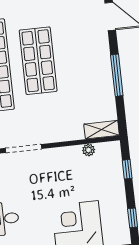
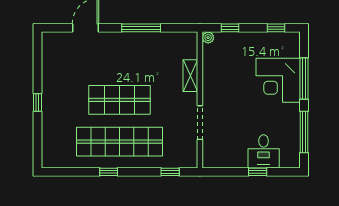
shelving: (102, 130) -> (190, 76), moved
plant: (89, 150) -> (208, 38), moved

